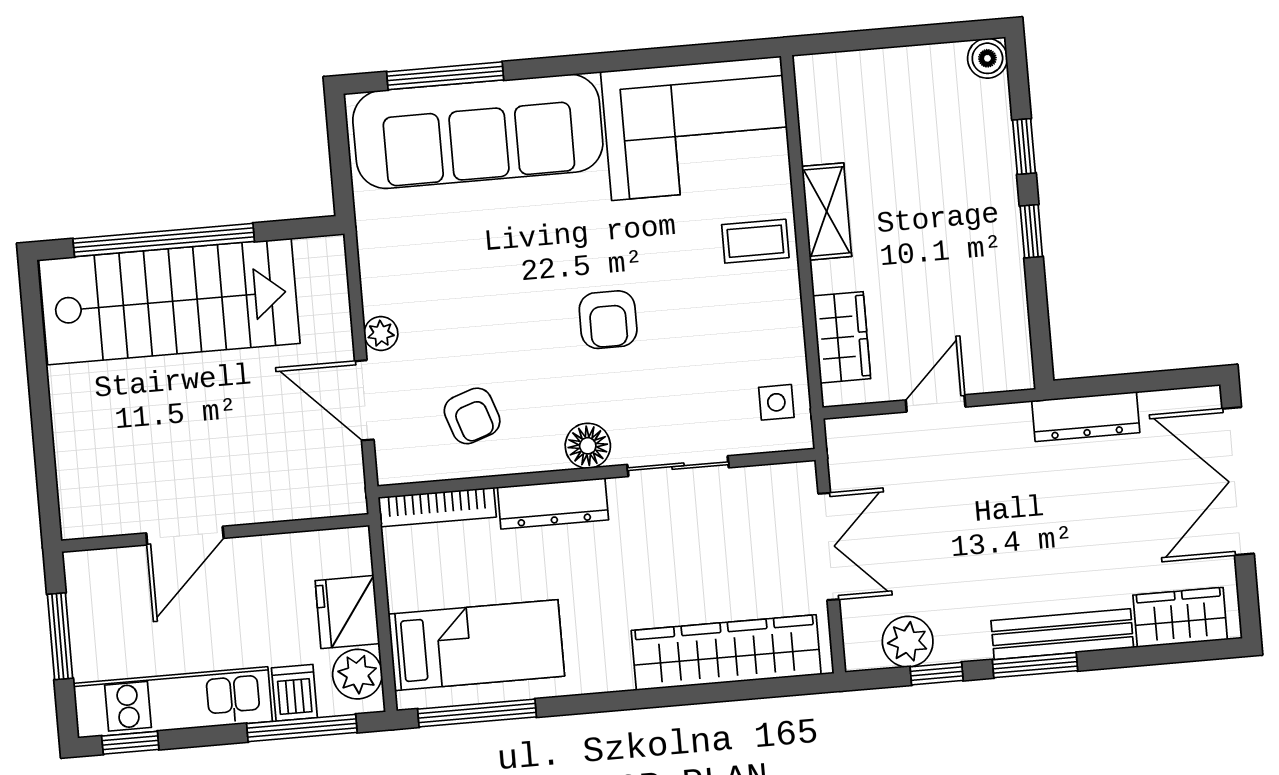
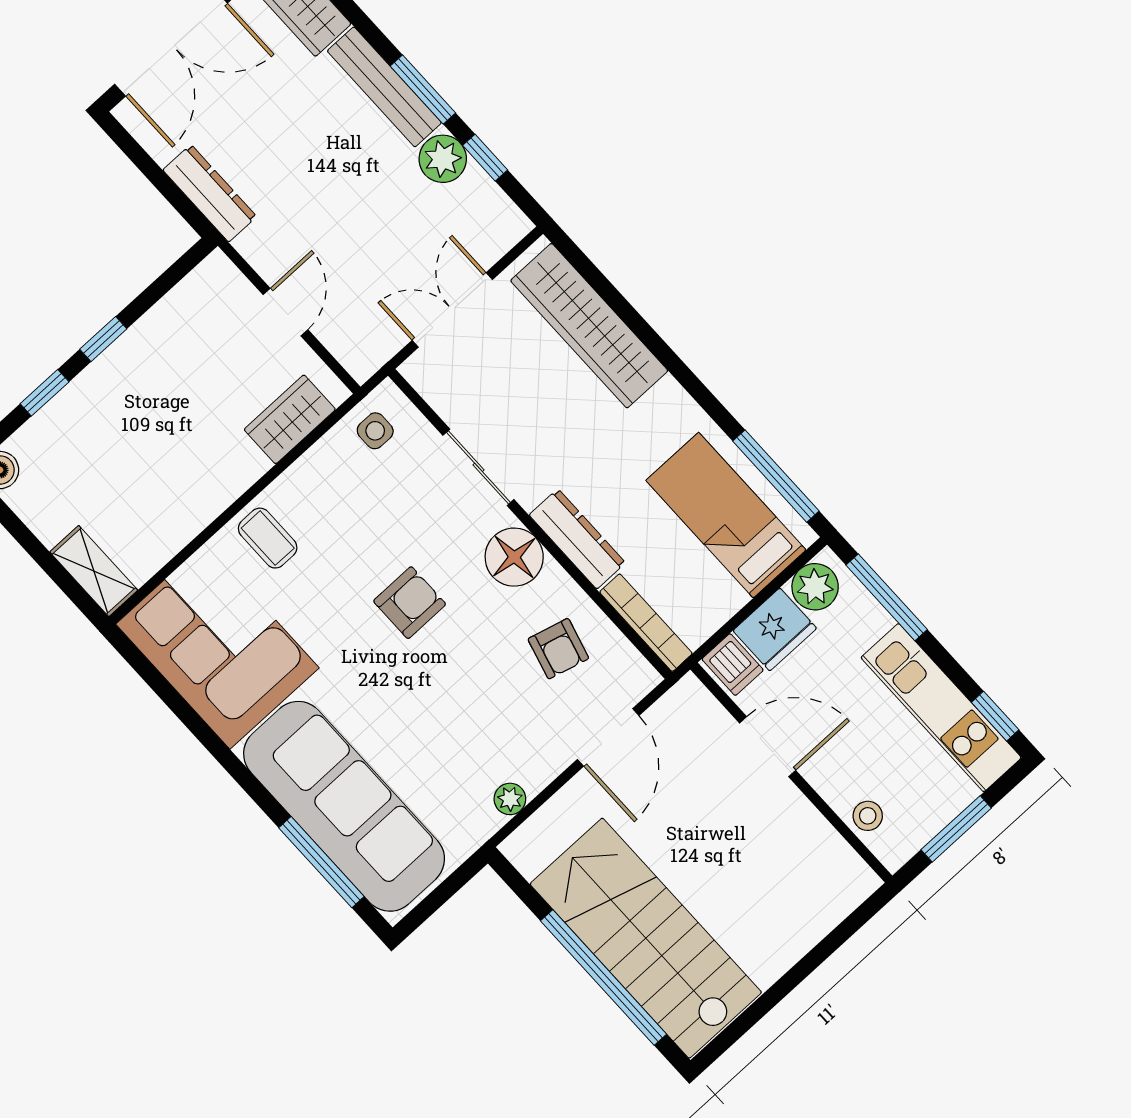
shelving: (827, 211) -> (94, 571), moved, turned 90
plant: (381, 333) -> (510, 799), moved
door: (936, 403) -> (285, 312), swing flipped
armchair: (472, 416) -> (558, 649), turned 124
floor lamp: (588, 446) -> (514, 557), width x1.38, depth x1.38
door: (185, 536) -> (768, 747), moved
stool: (129, 570) -> (868, 816), added
plant: (908, 642) -> (443, 159), moved
dishwasher: (294, 693) -> (733, 665), moved, turned -90

